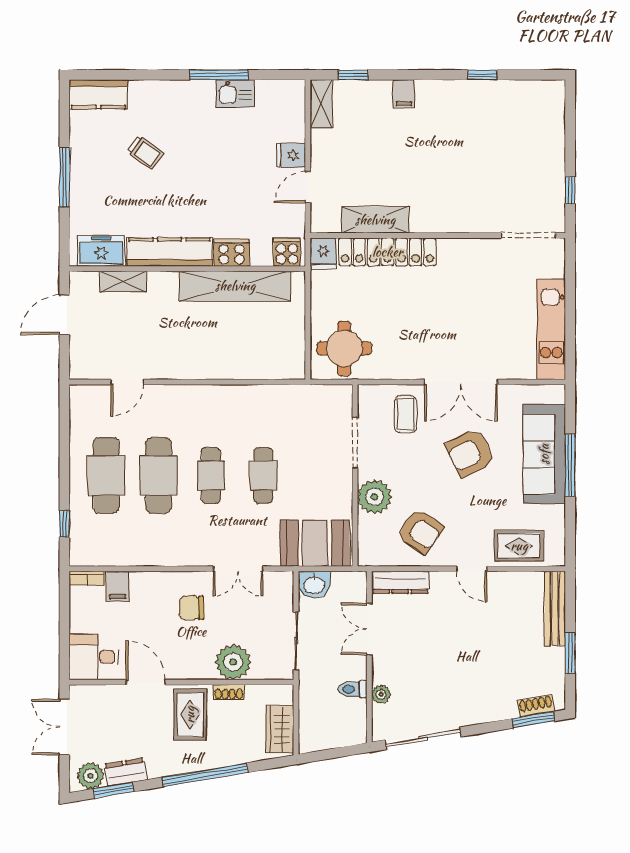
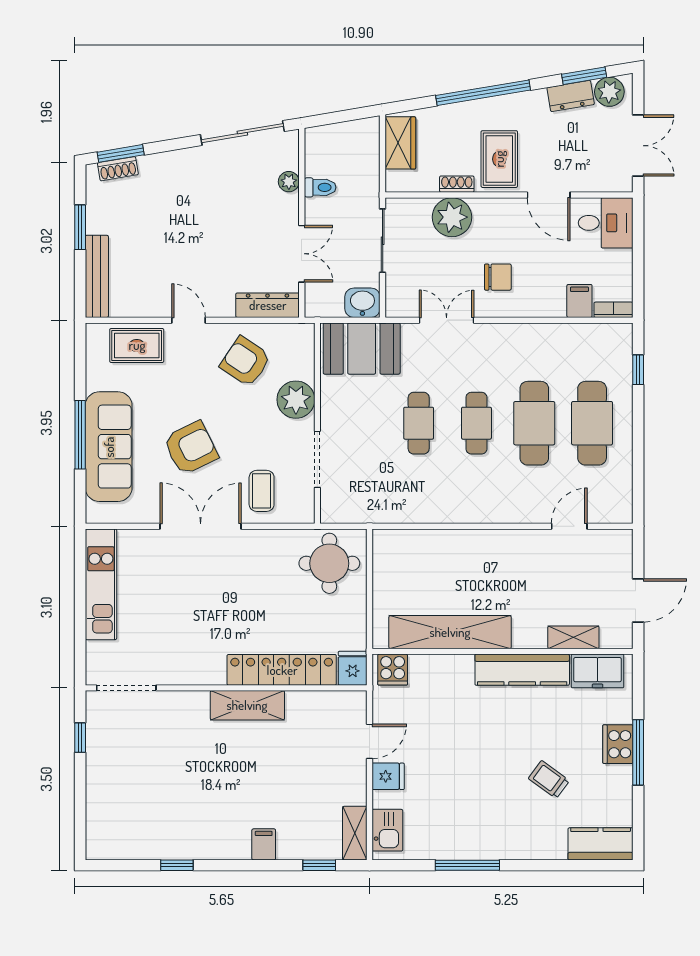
kitchen sink: (235, 93) -> (387, 830), moved, turned 90
shelving: (375, 220) -> (247, 705), moved
cooker: (232, 253) -> (618, 744), moved, turned 90

